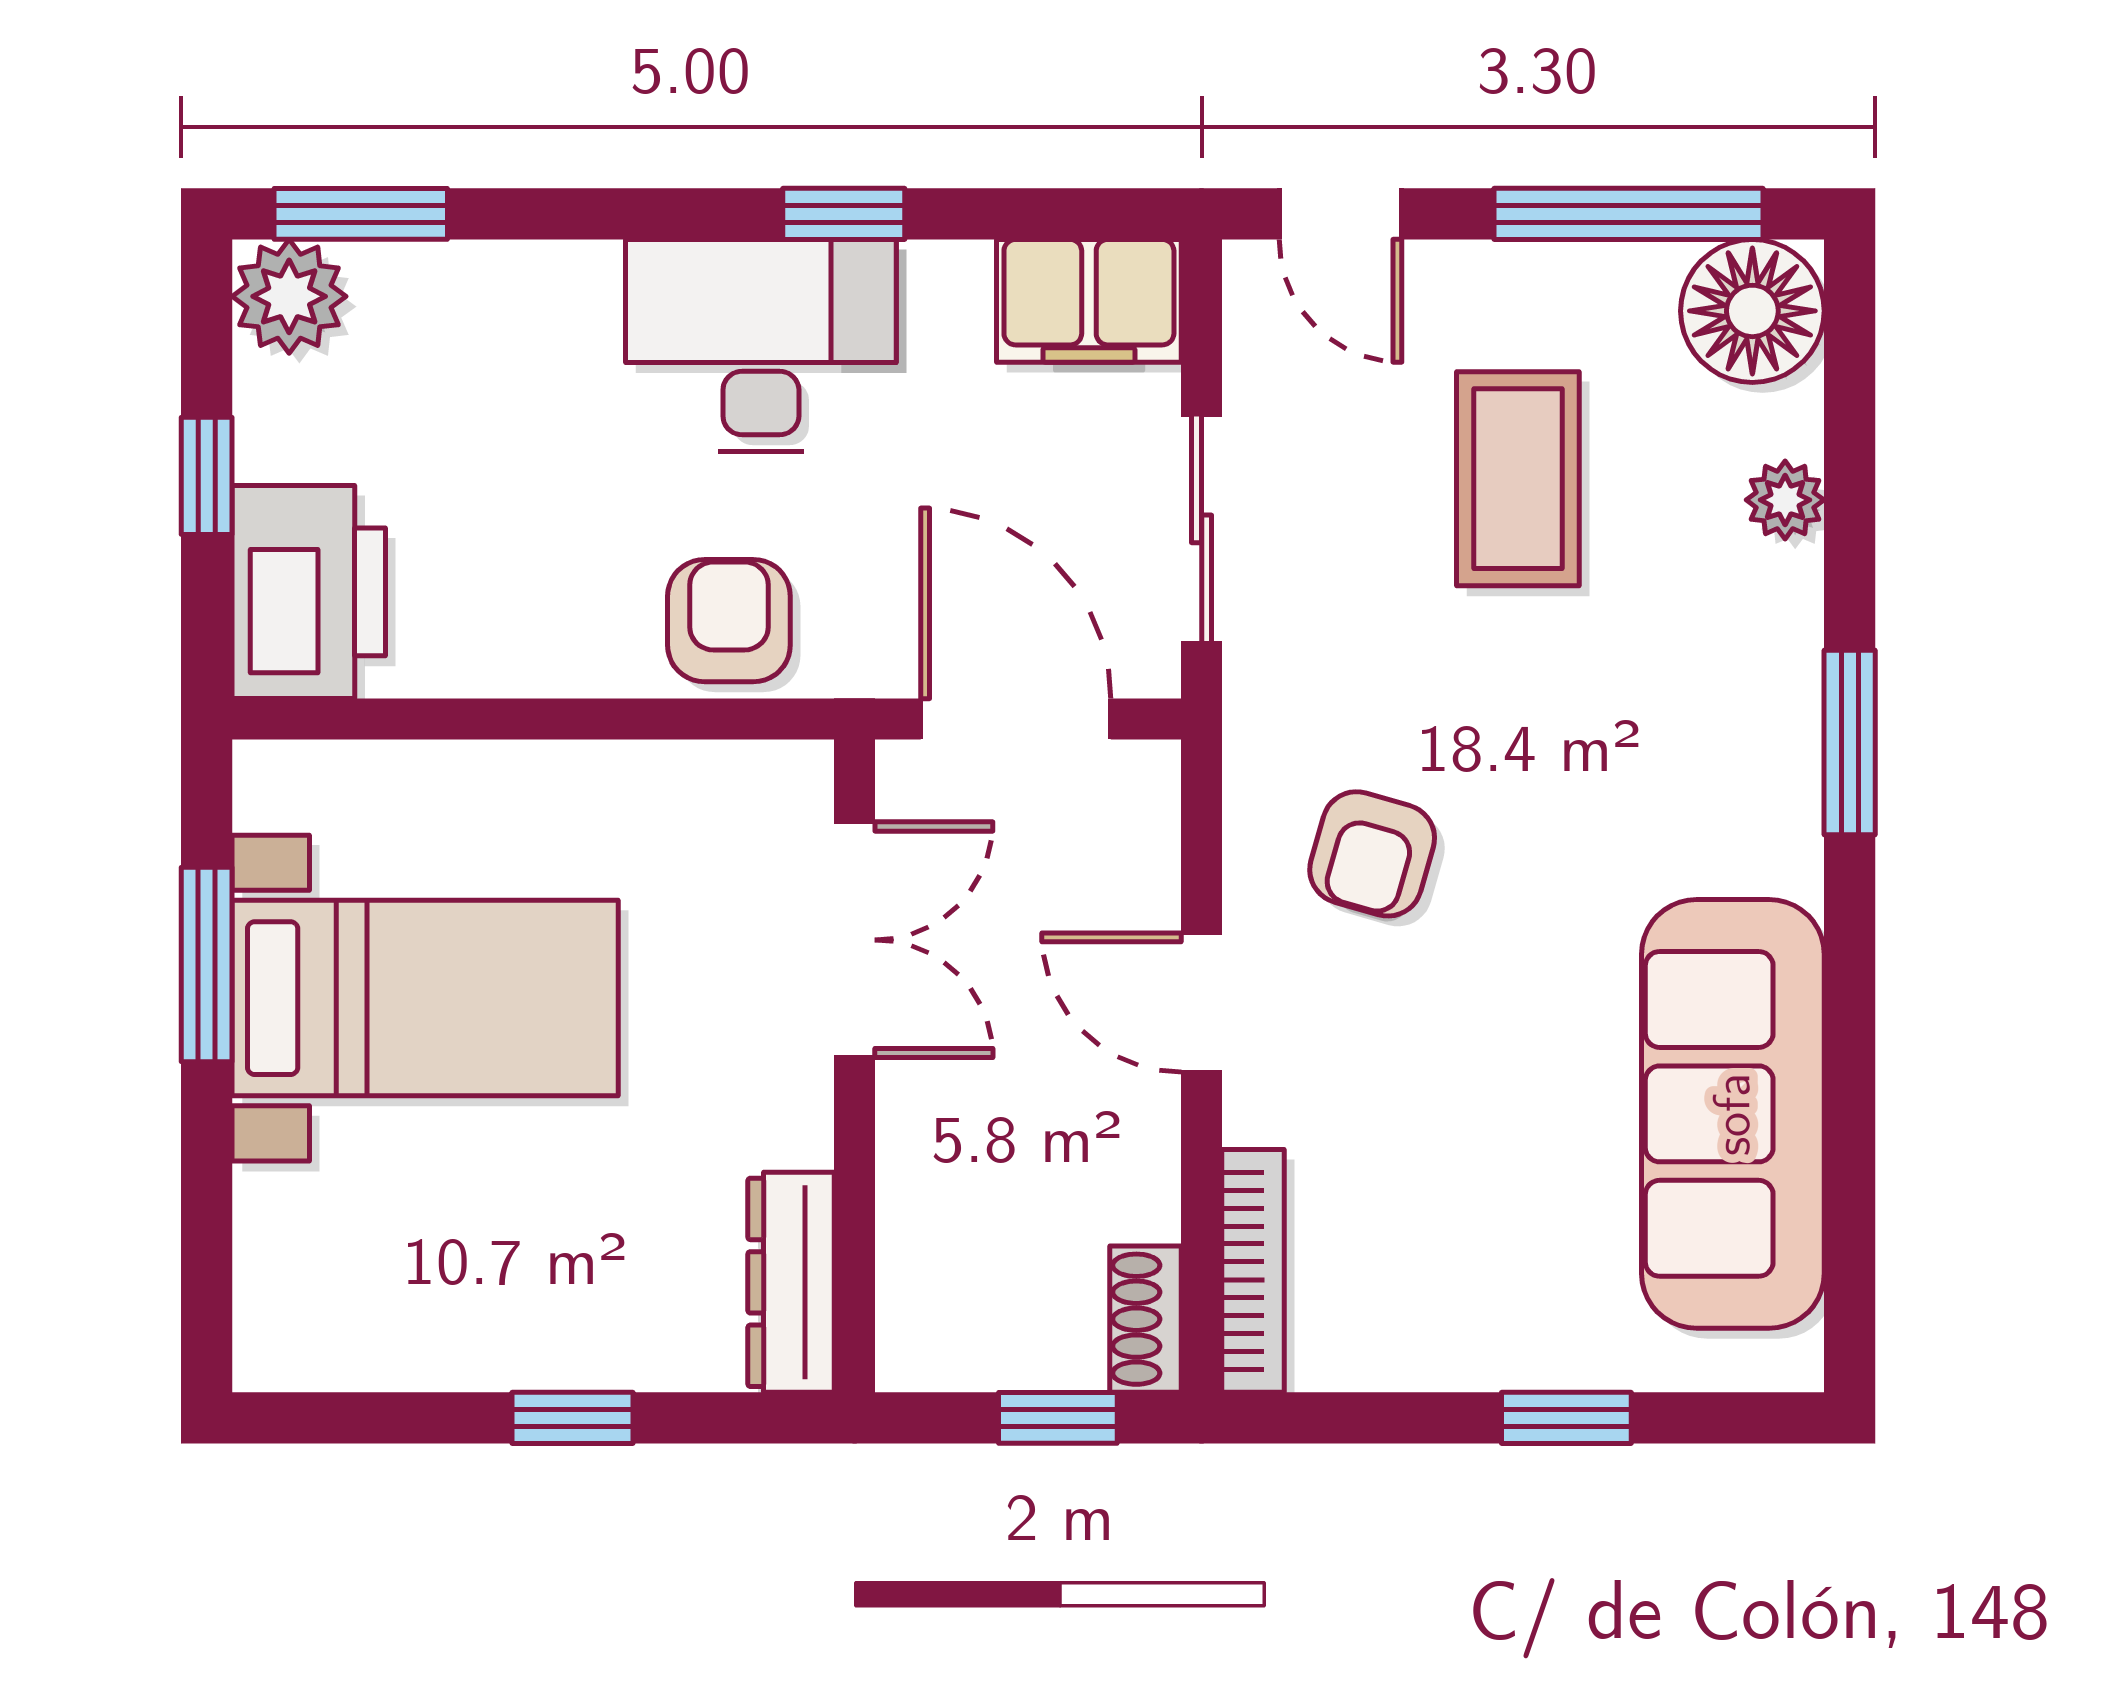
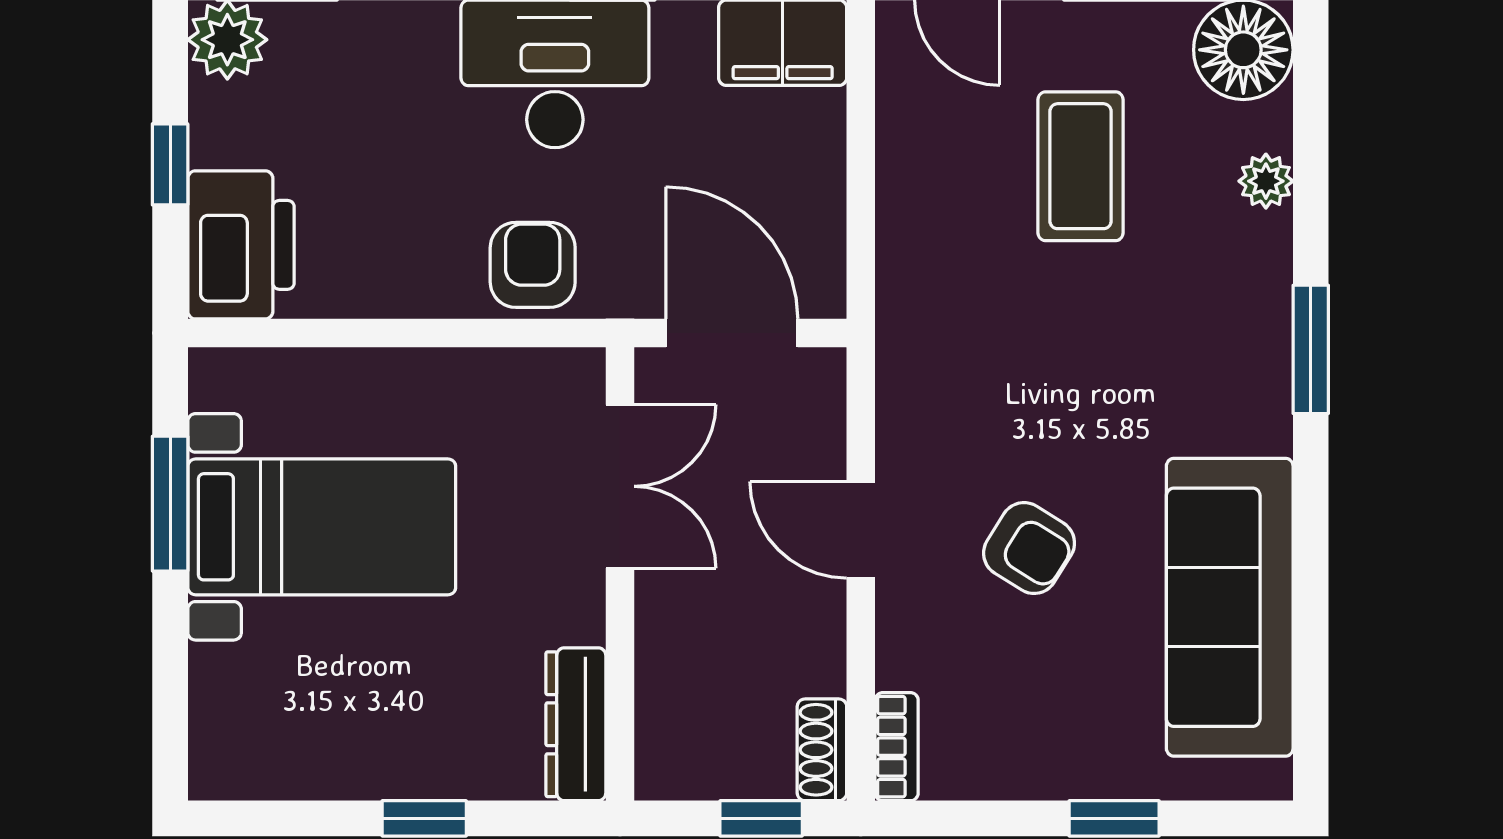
sliding door: (1202, 529) -> (861, 201), removed
armchair: (1372, 854) -> (1029, 548), moved, turned -74
bookcase: (1253, 1271) -> (897, 747), width x0.64

